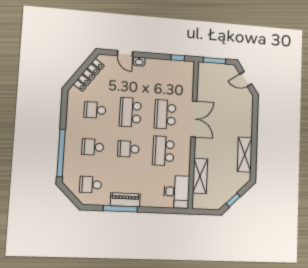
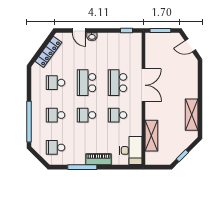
school desk: (163, 151) -> (117, 115), width x0.54
piano: (125, 200) -> (99, 159), moved

